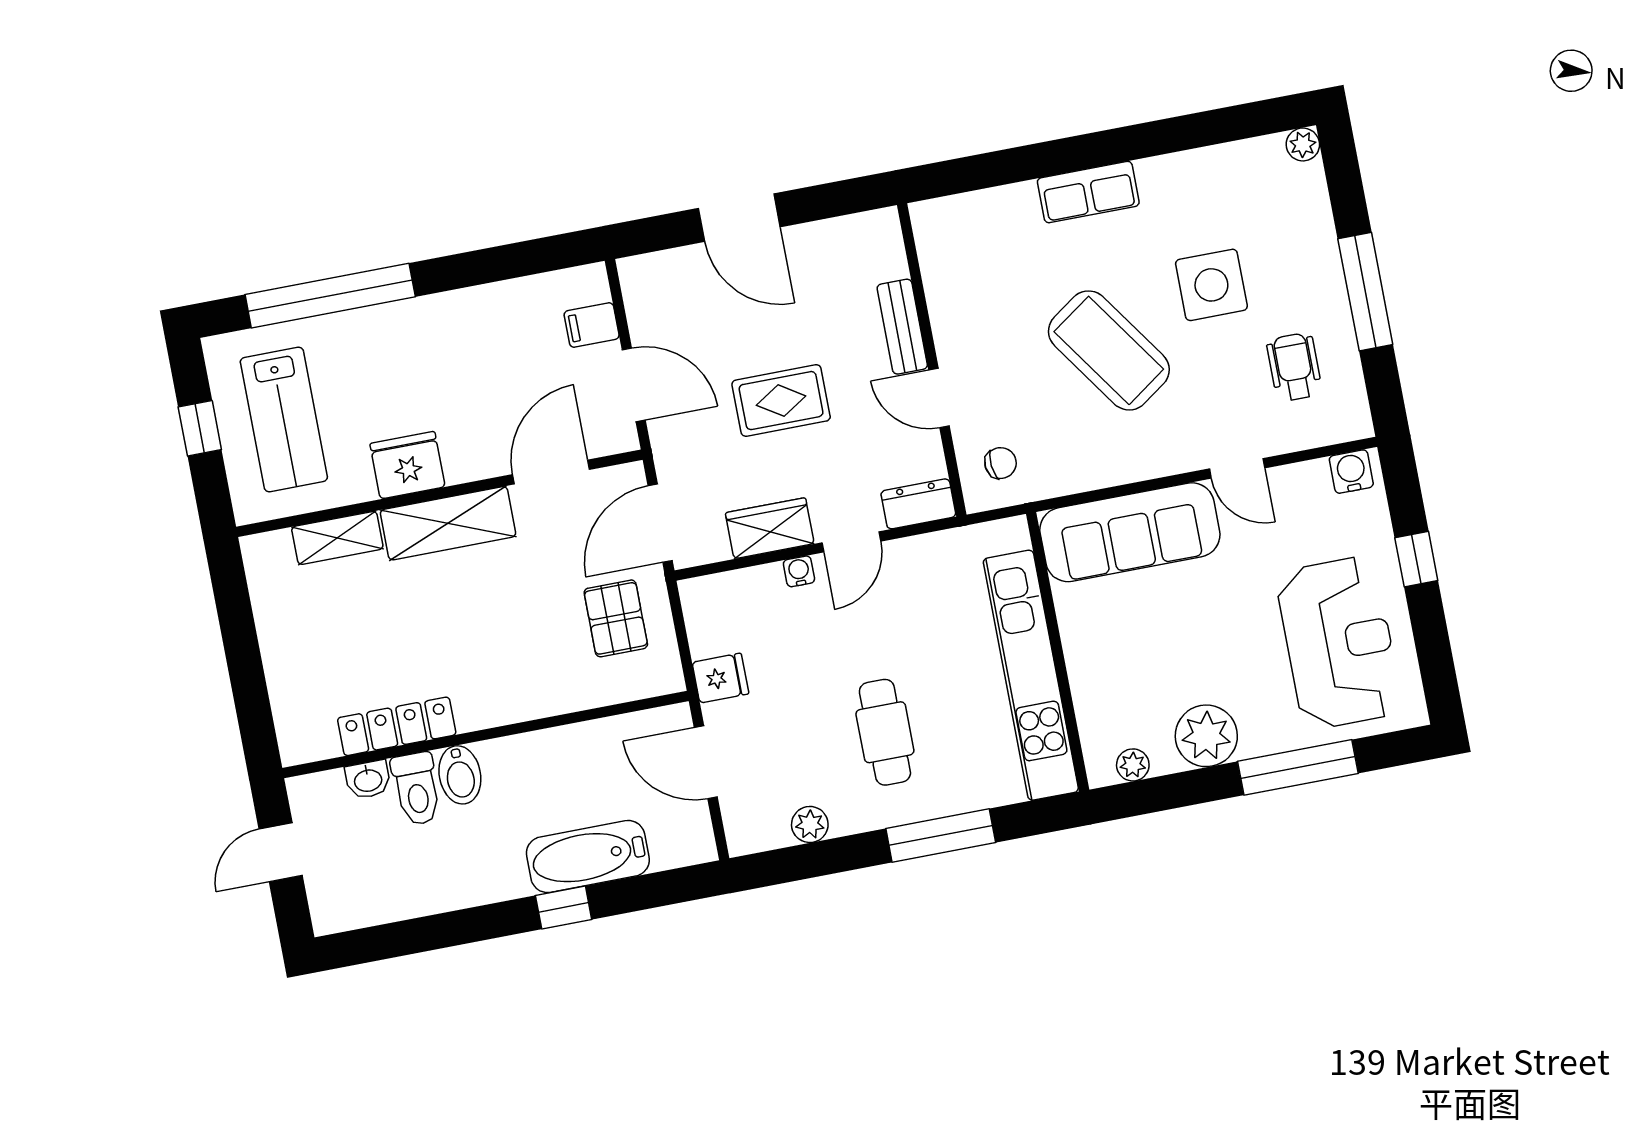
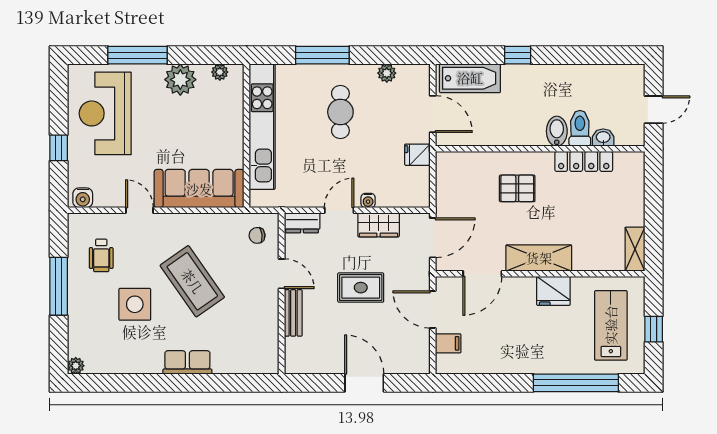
shelving: (337, 538) -> (635, 249), moved, turned 90
pallet: (616, 618) -> (517, 188), moved, turned 90
bathtub: (588, 856) -> (470, 78), moved

